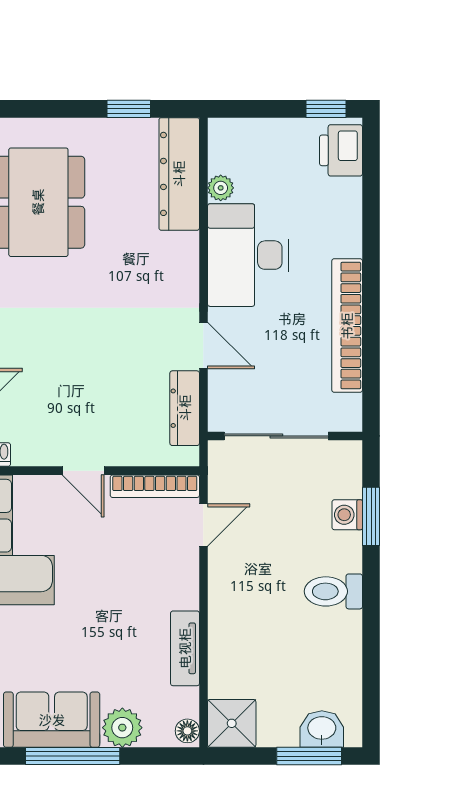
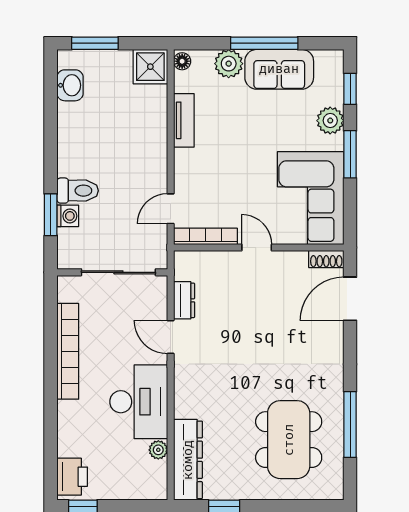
dresser: (185, 408) -> (184, 300), width x0.70
toilet: (333, 591) -> (78, 191), moved
washbasin: (322, 729) -> (70, 85), moved, turned -90

